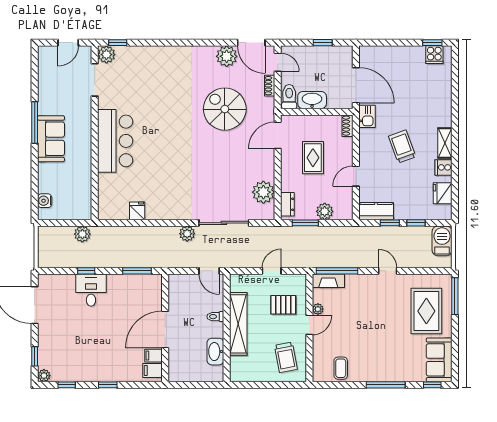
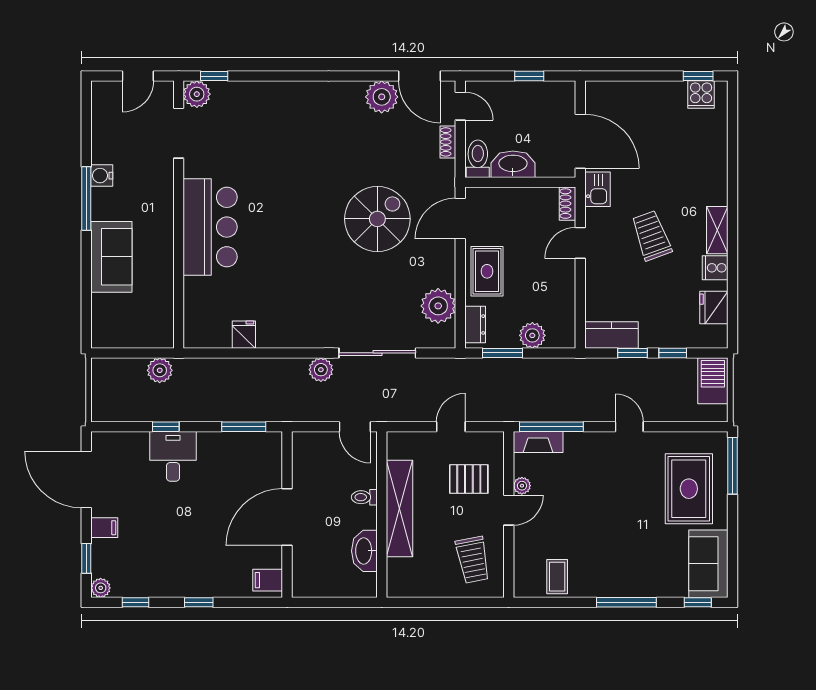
spiral stairs: (225, 109) -> (377, 219), moved, turned 90
sofa: (51, 139) -> (111, 257), moved
rug: (313, 158) -> (487, 271), moved
door: (356, 176) -> (580, 243), moved
water cooler: (45, 201) -> (102, 176), moved
filing cabinet: (153, 356) -> (104, 528), moved, turned 180

